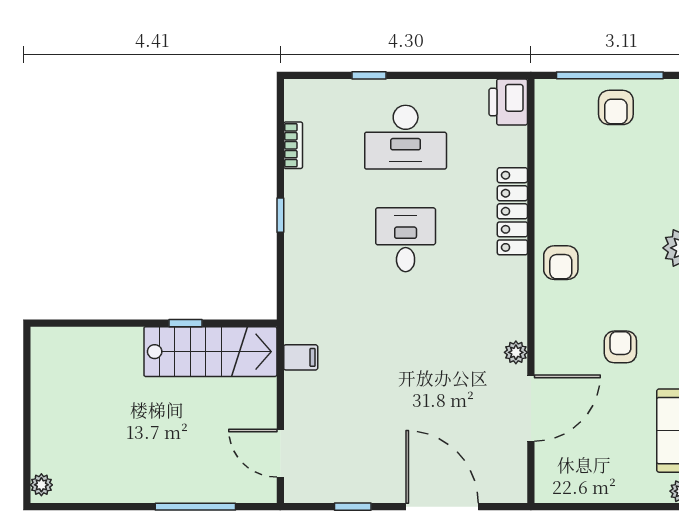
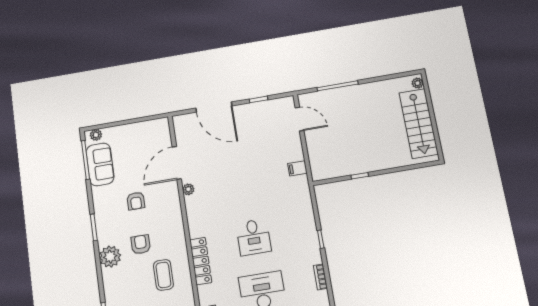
coffee table: (587, 197) -> (163, 275), added
armchair: (561, 263) -> (141, 244), moved
stairs: (210, 352) -> (419, 123), moved, turned -90

